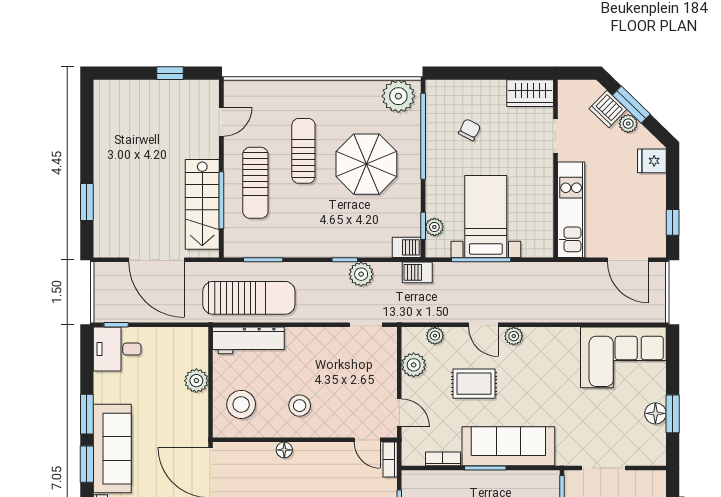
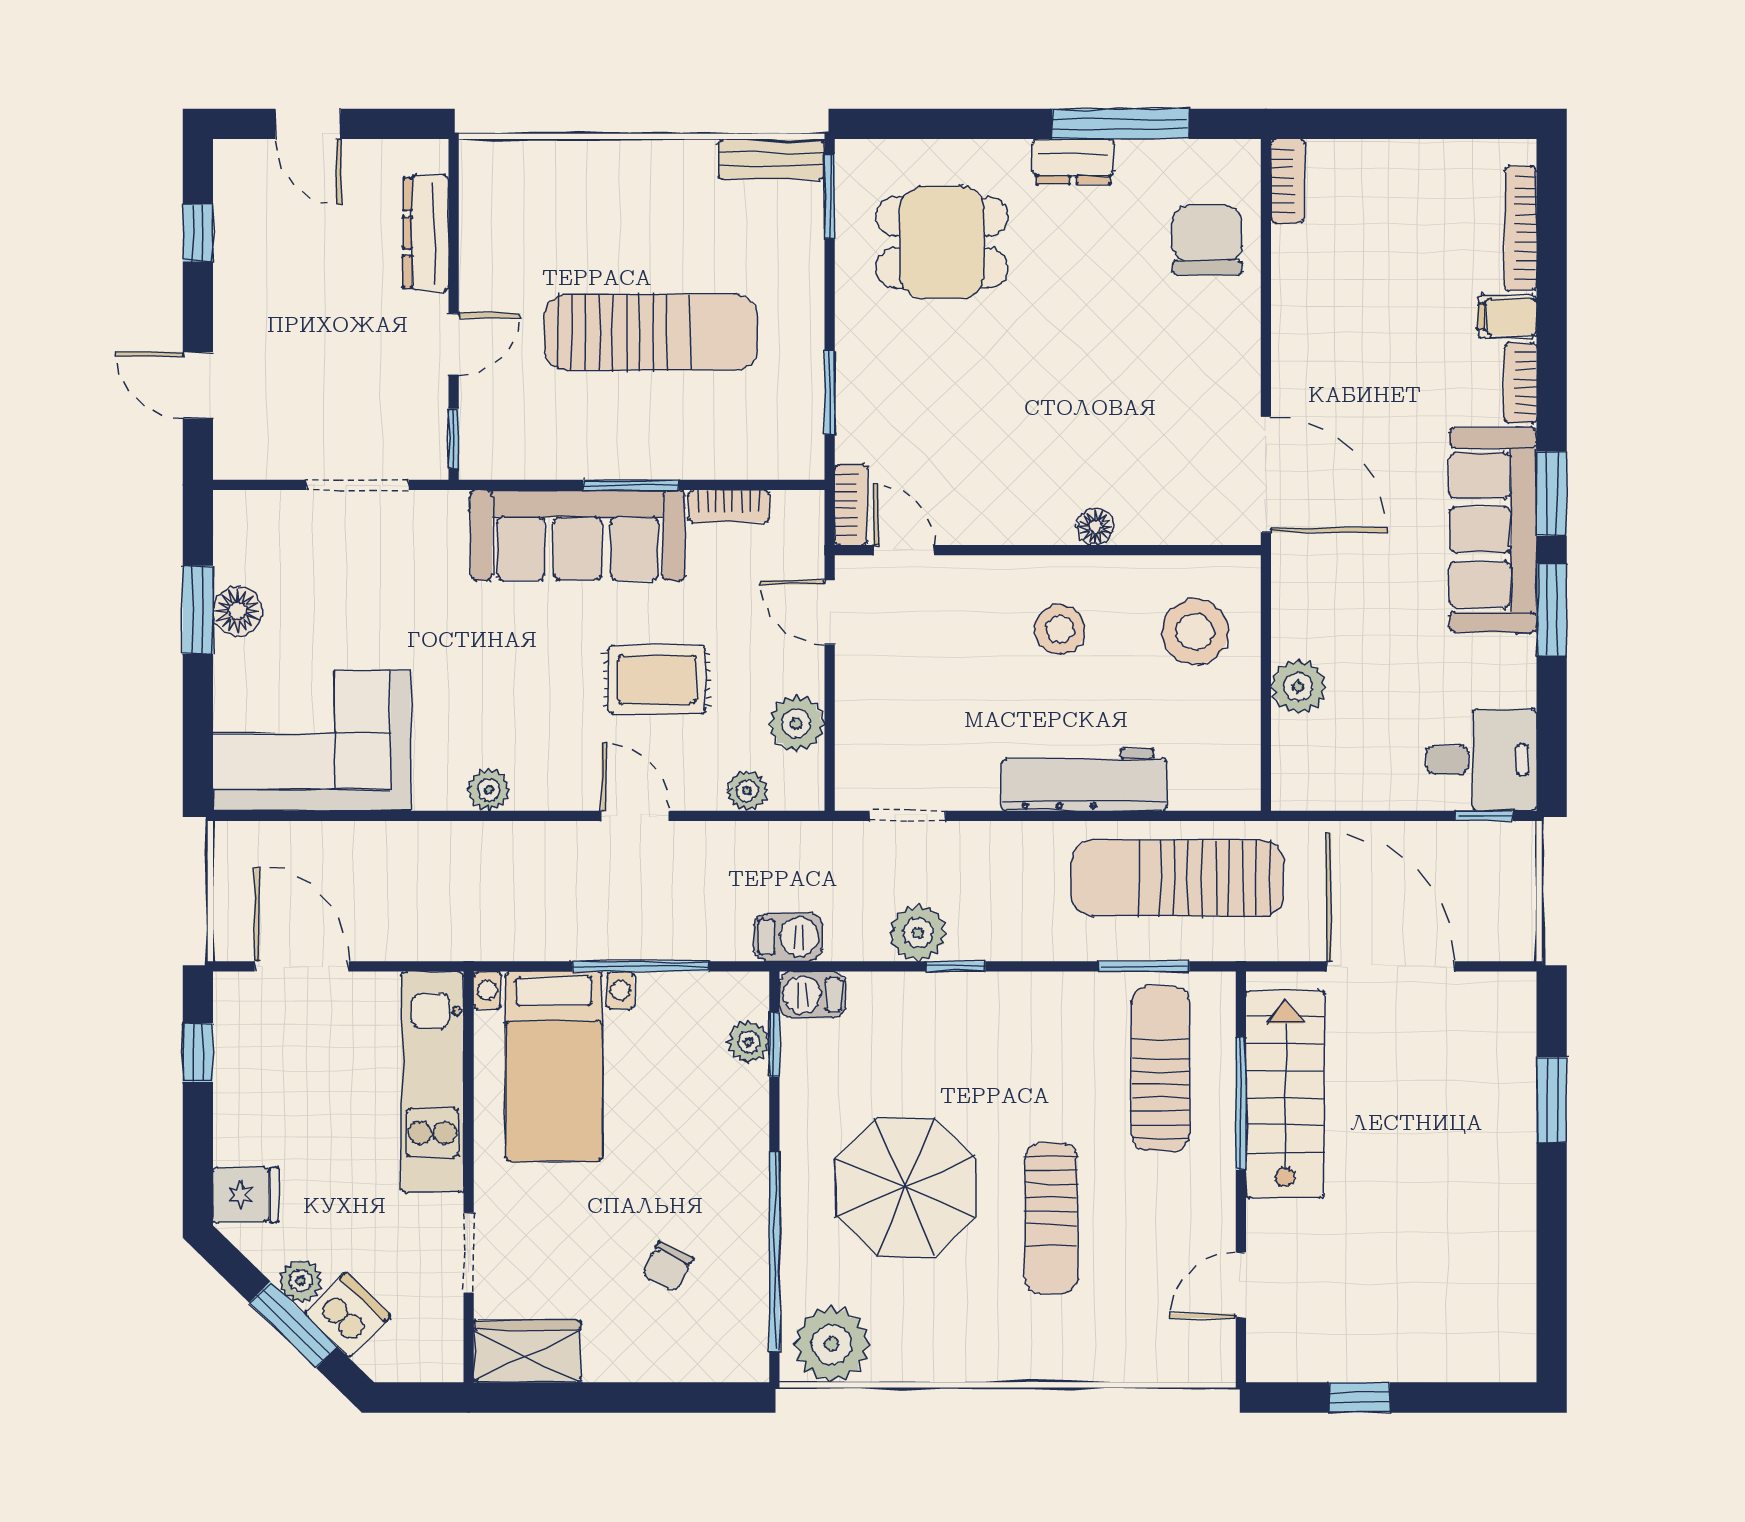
sun lounger: (255, 183) -> (1161, 1068), moved
bed with nightstands: (486, 216) -> (554, 1066), moved
plant: (514, 336) -> (489, 790), moved
workbench: (248, 340) -> (1084, 780), moved

